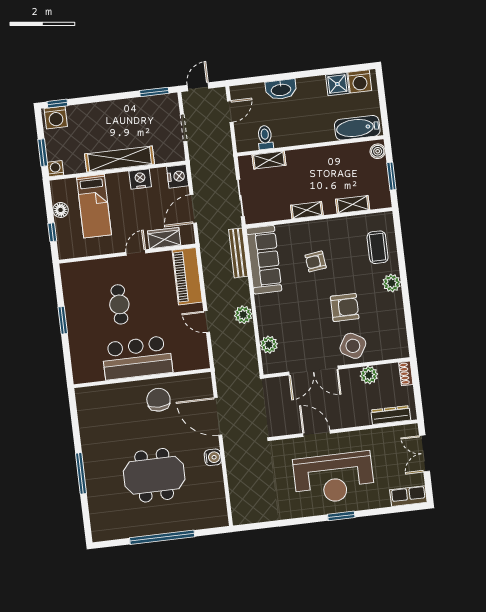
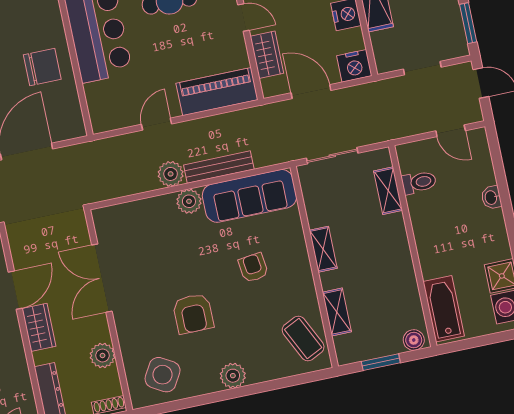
washbasin: (281, 89) -> (491, 197), width x0.52, depth x0.69
coffee table: (378, 247) -> (303, 338), moved, turned 64
bench: (238, 253) -> (219, 167), moved
plant: (269, 345) -> (189, 201), moved
side table: (353, 346) -> (163, 375), moved
wardrobe: (345, 419) -> (39, 327), added

